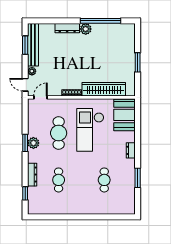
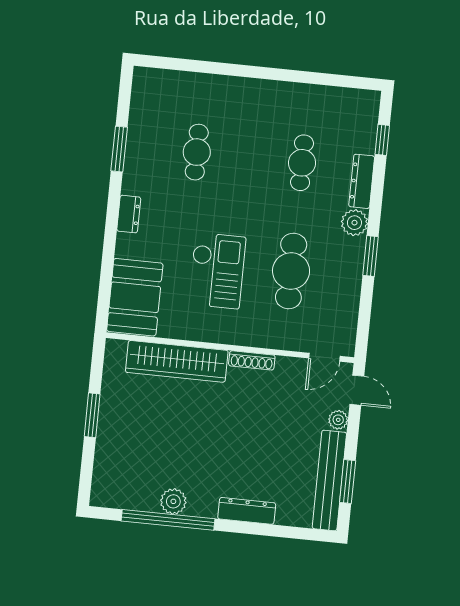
plant: (86, 29) -> (173, 501), moved
checkout: (90, 130) -> (217, 271), width x0.73, depth x0.83
plant: (33, 143) -> (354, 223), moved

